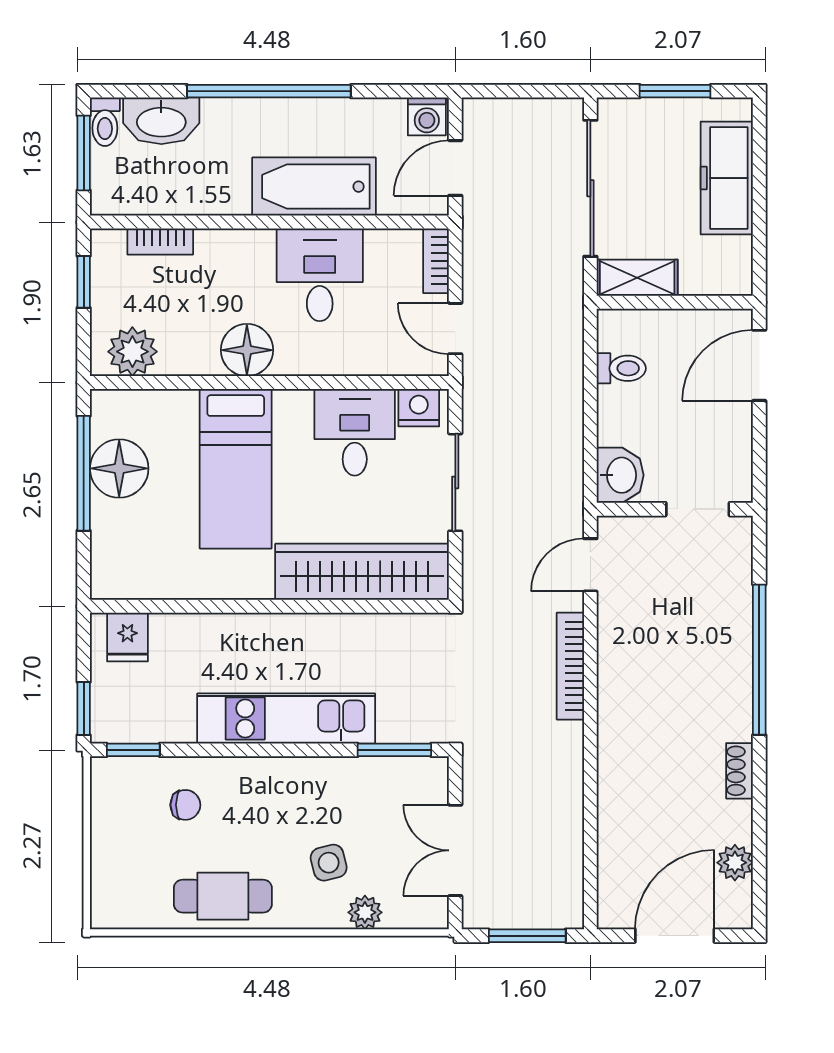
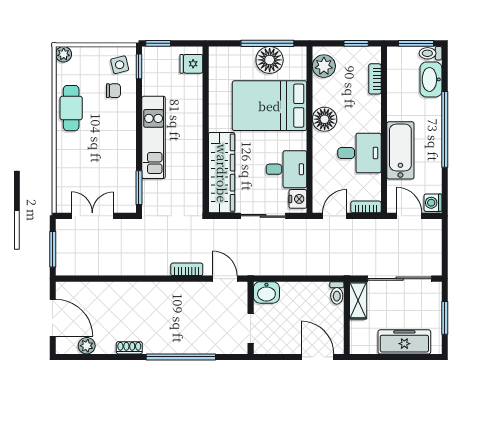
toilet: (621, 368) -> (337, 293), moved
bed: (236, 469) -> (269, 106), width x1.50
bookcase: (570, 666) -> (187, 269), width x0.64
chair: (185, 805) -> (113, 91), turned -90
side table: (329, 863) -> (120, 65), moved
plant: (365, 912) -> (64, 54), moved

